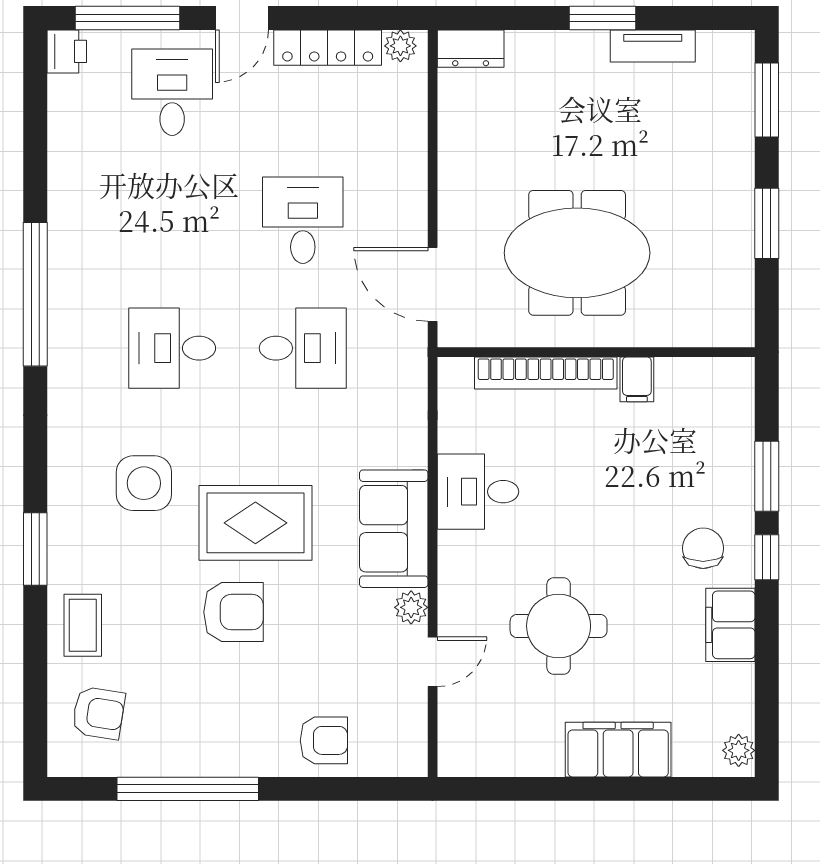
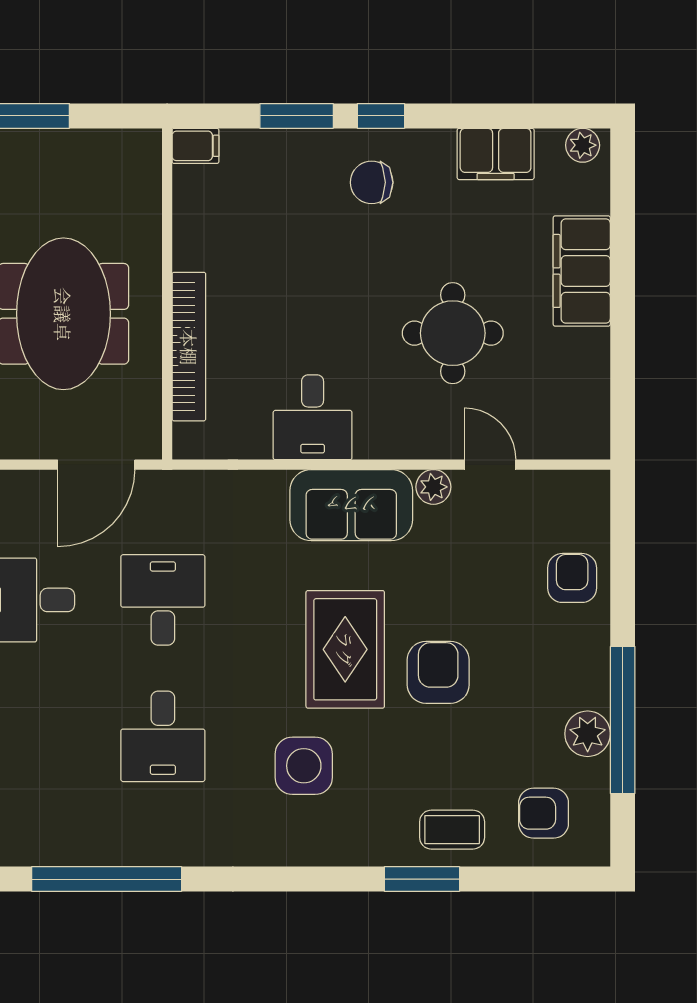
filing cabinet: (637, 379) -> (195, 146), moved
window: (35, 549) -> (422, 879), moved
filing cabinet: (730, 625) -> (496, 154), moved
armchair: (98, 713) -> (544, 813), turned -99
plant: (175, 755) -> (588, 734), added

